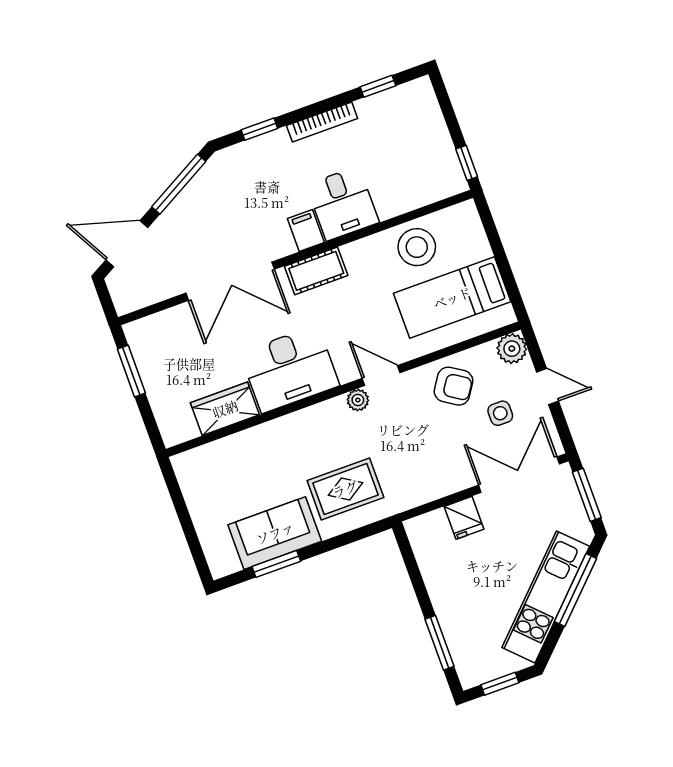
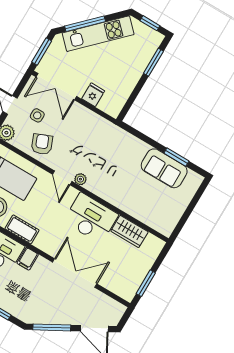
cot: (316, 271) -> (22, 229), moved
armchair: (454, 386) -> (42, 144), turned 35
rug: (345, 489) -> (122, 154), removed

